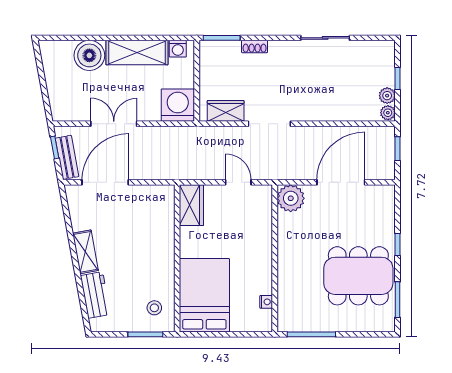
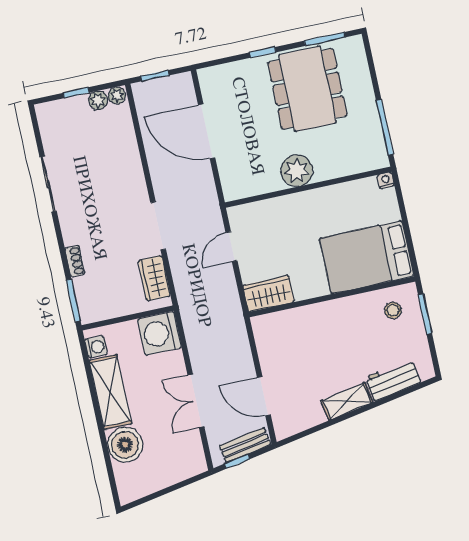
door: (105, 182) -> (264, 396), width x0.73
plant: (291, 198) -> (297, 171), moved
nightstand: (266, 302) -> (386, 180), moved

